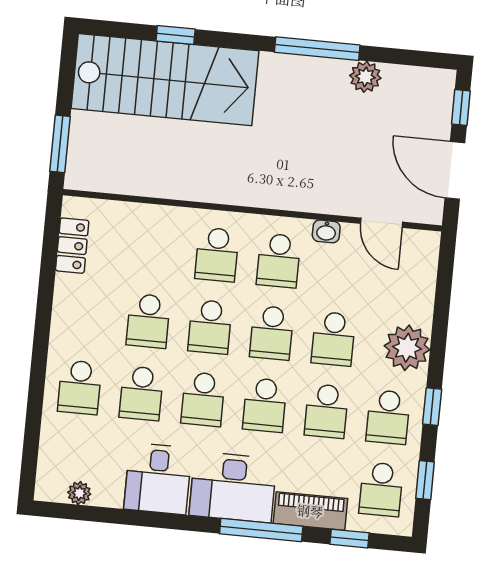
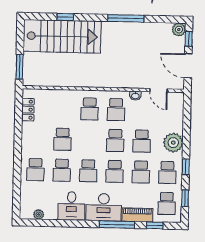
plant: (365, 77) -> (179, 30), moved
school desk: (210, 327) -> (89, 140), removed

